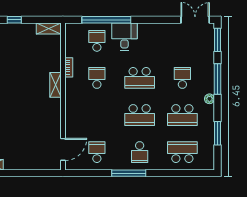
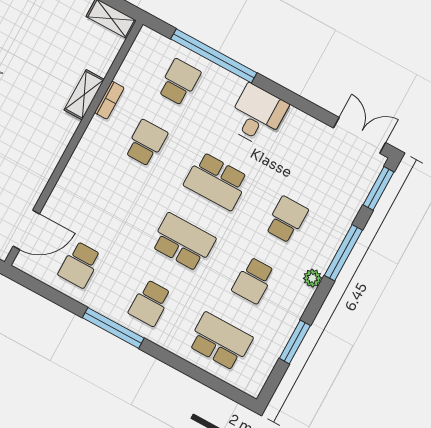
desk: (124, 37) -> (257, 115), moved
shelving: (56, 85) -> (84, 95), moved
school desk: (140, 115) -> (183, 242), turned 180
school desk: (182, 115) -> (253, 280), width x0.54
school desk: (97, 152) -> (80, 265), turned 180

